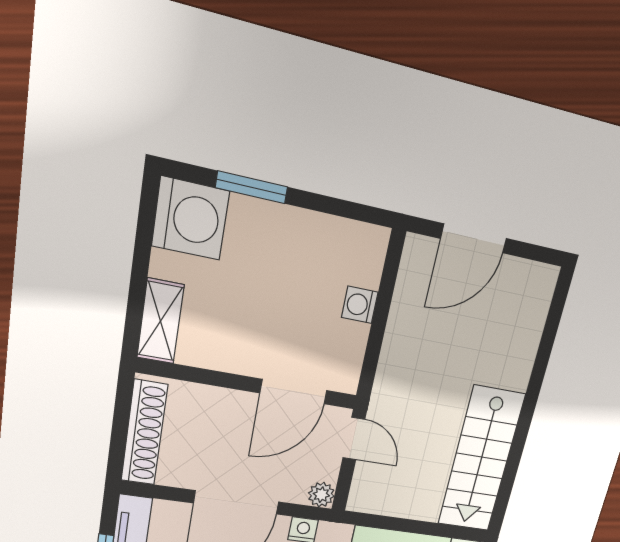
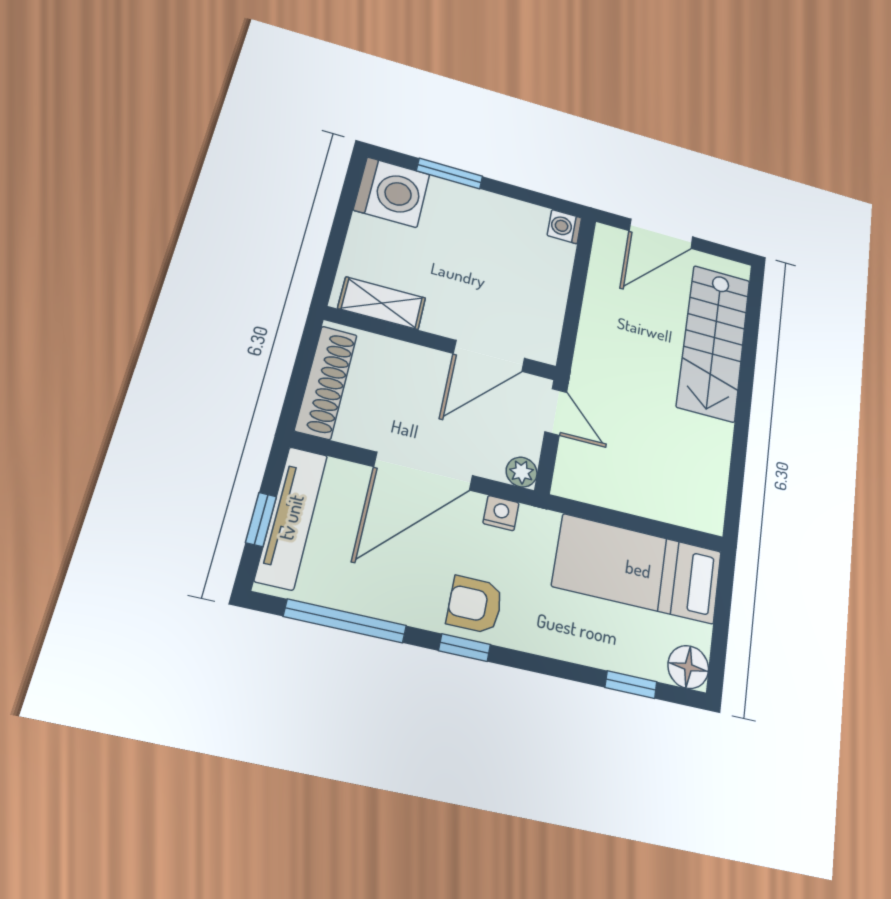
washing machine: (360, 305) -> (565, 227), moved
shelving: (161, 321) -> (382, 303), moved, turned 90
stairs: (481, 460) -> (714, 342), moved

